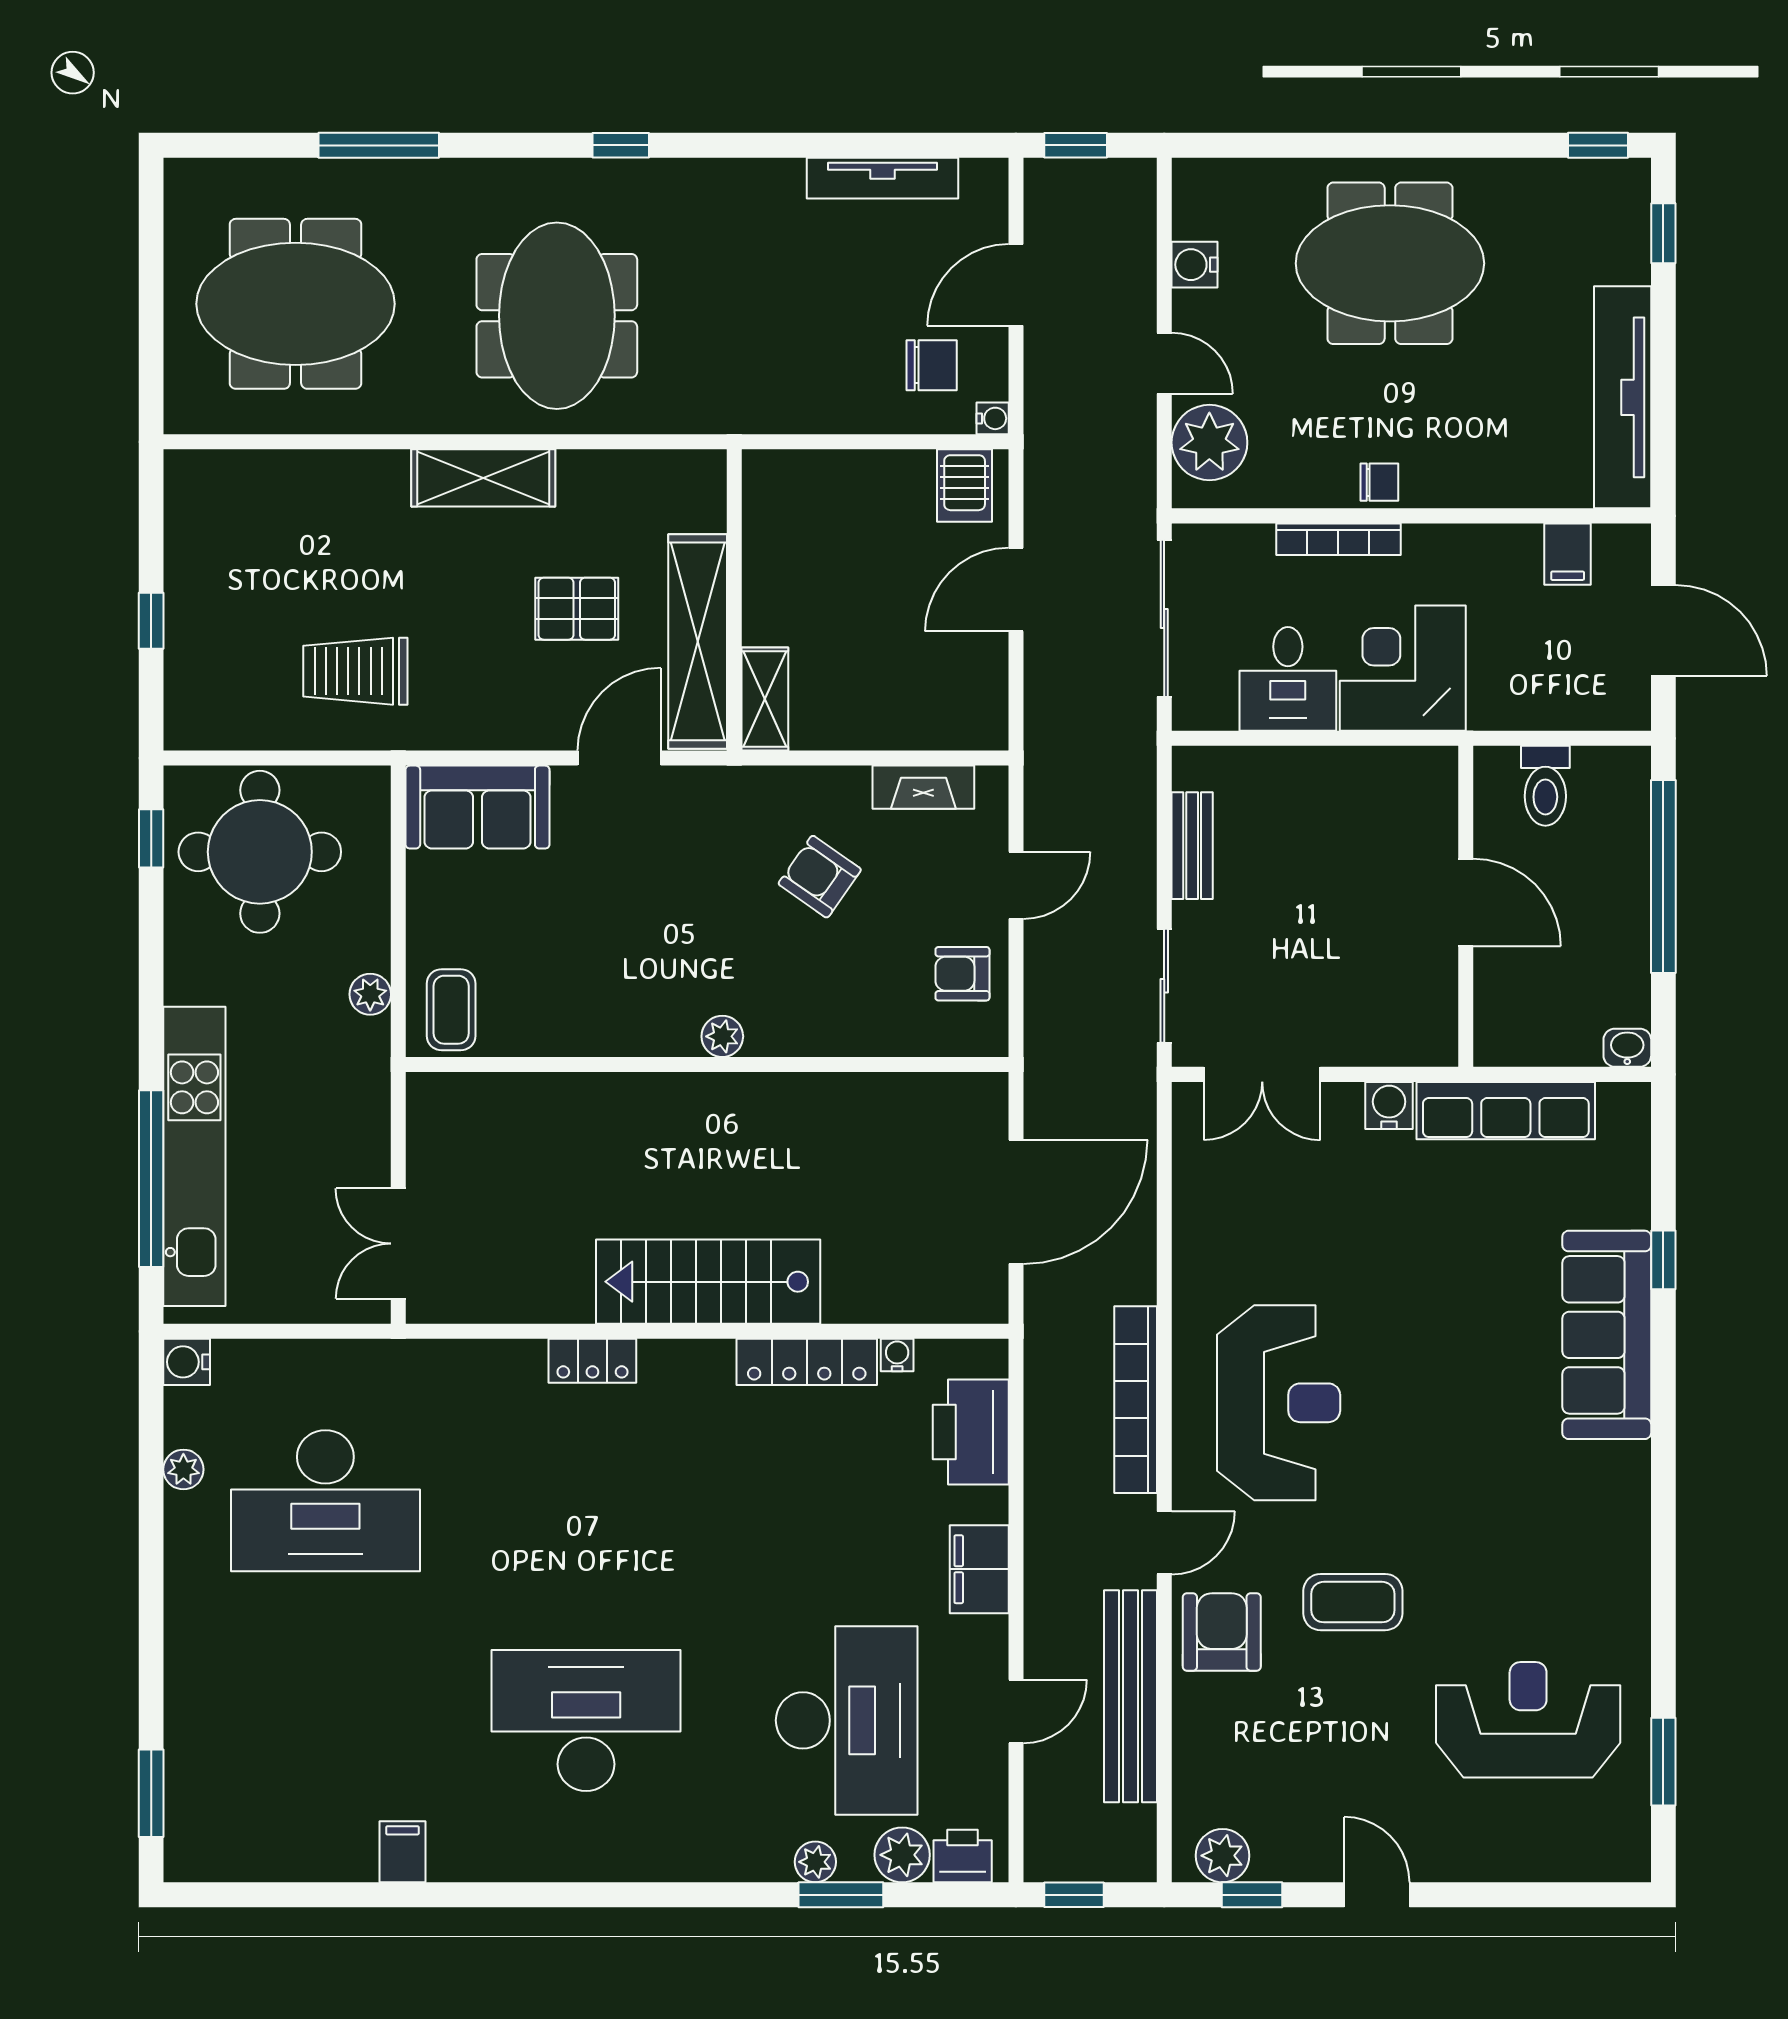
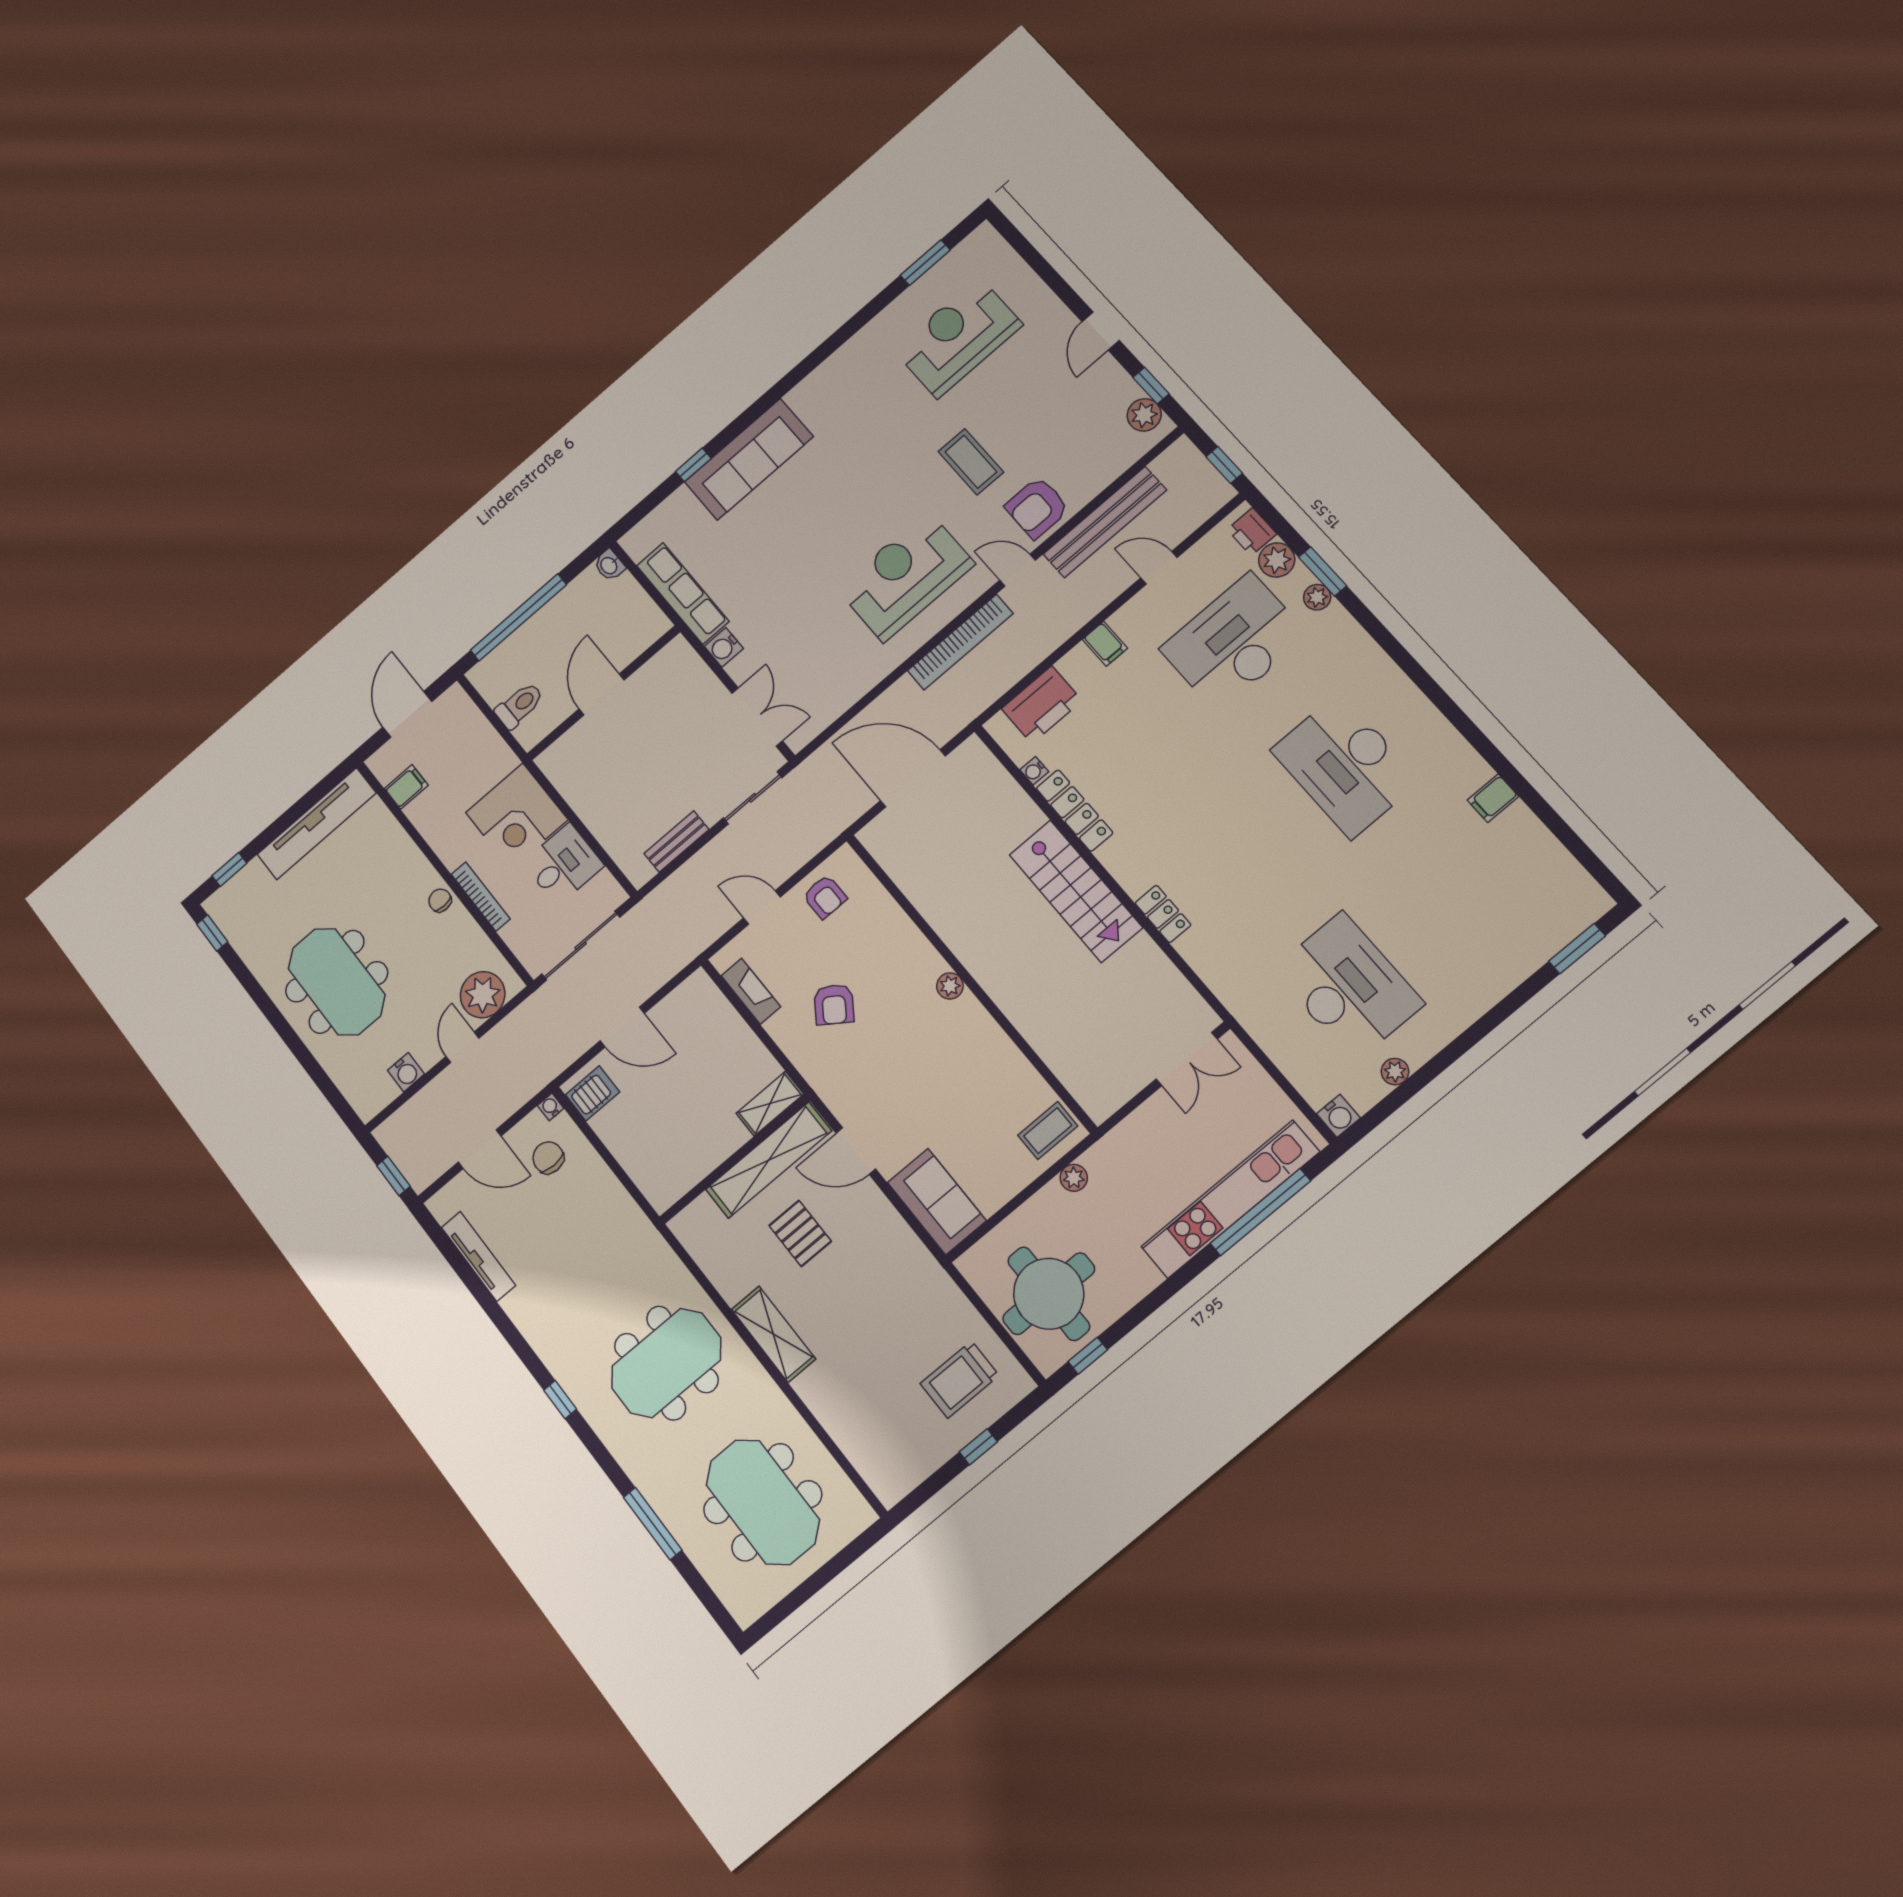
trolley: (355, 671) -> (960, 1380), moved, turned 90
filing cabinet: (979, 1569) -> (1105, 644), width x0.50
reception desk: (1528, 1720) -> (958, 337), turned 90

